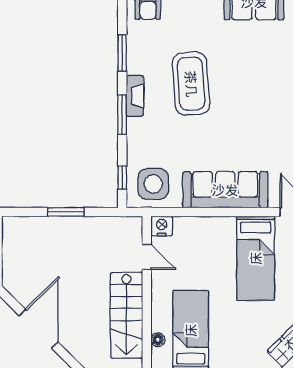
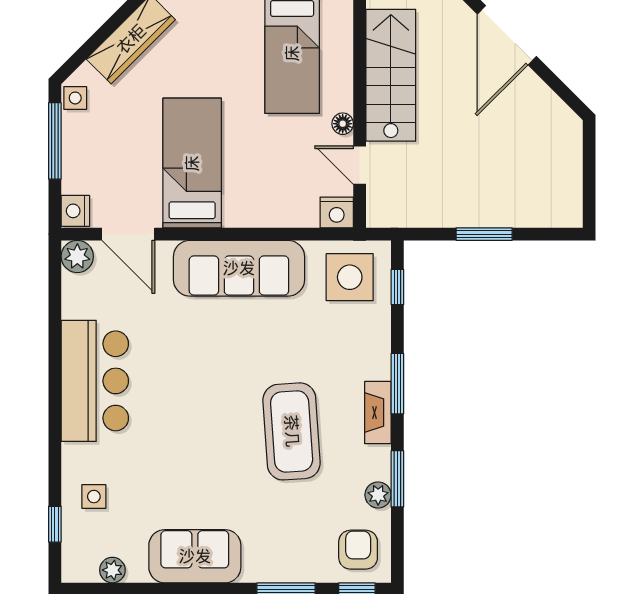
plant: (135, 42) -> (378, 495), added
door: (39, 329) -> (507, 35), moved
floor lamp: (158, 340) -> (343, 124), moved

